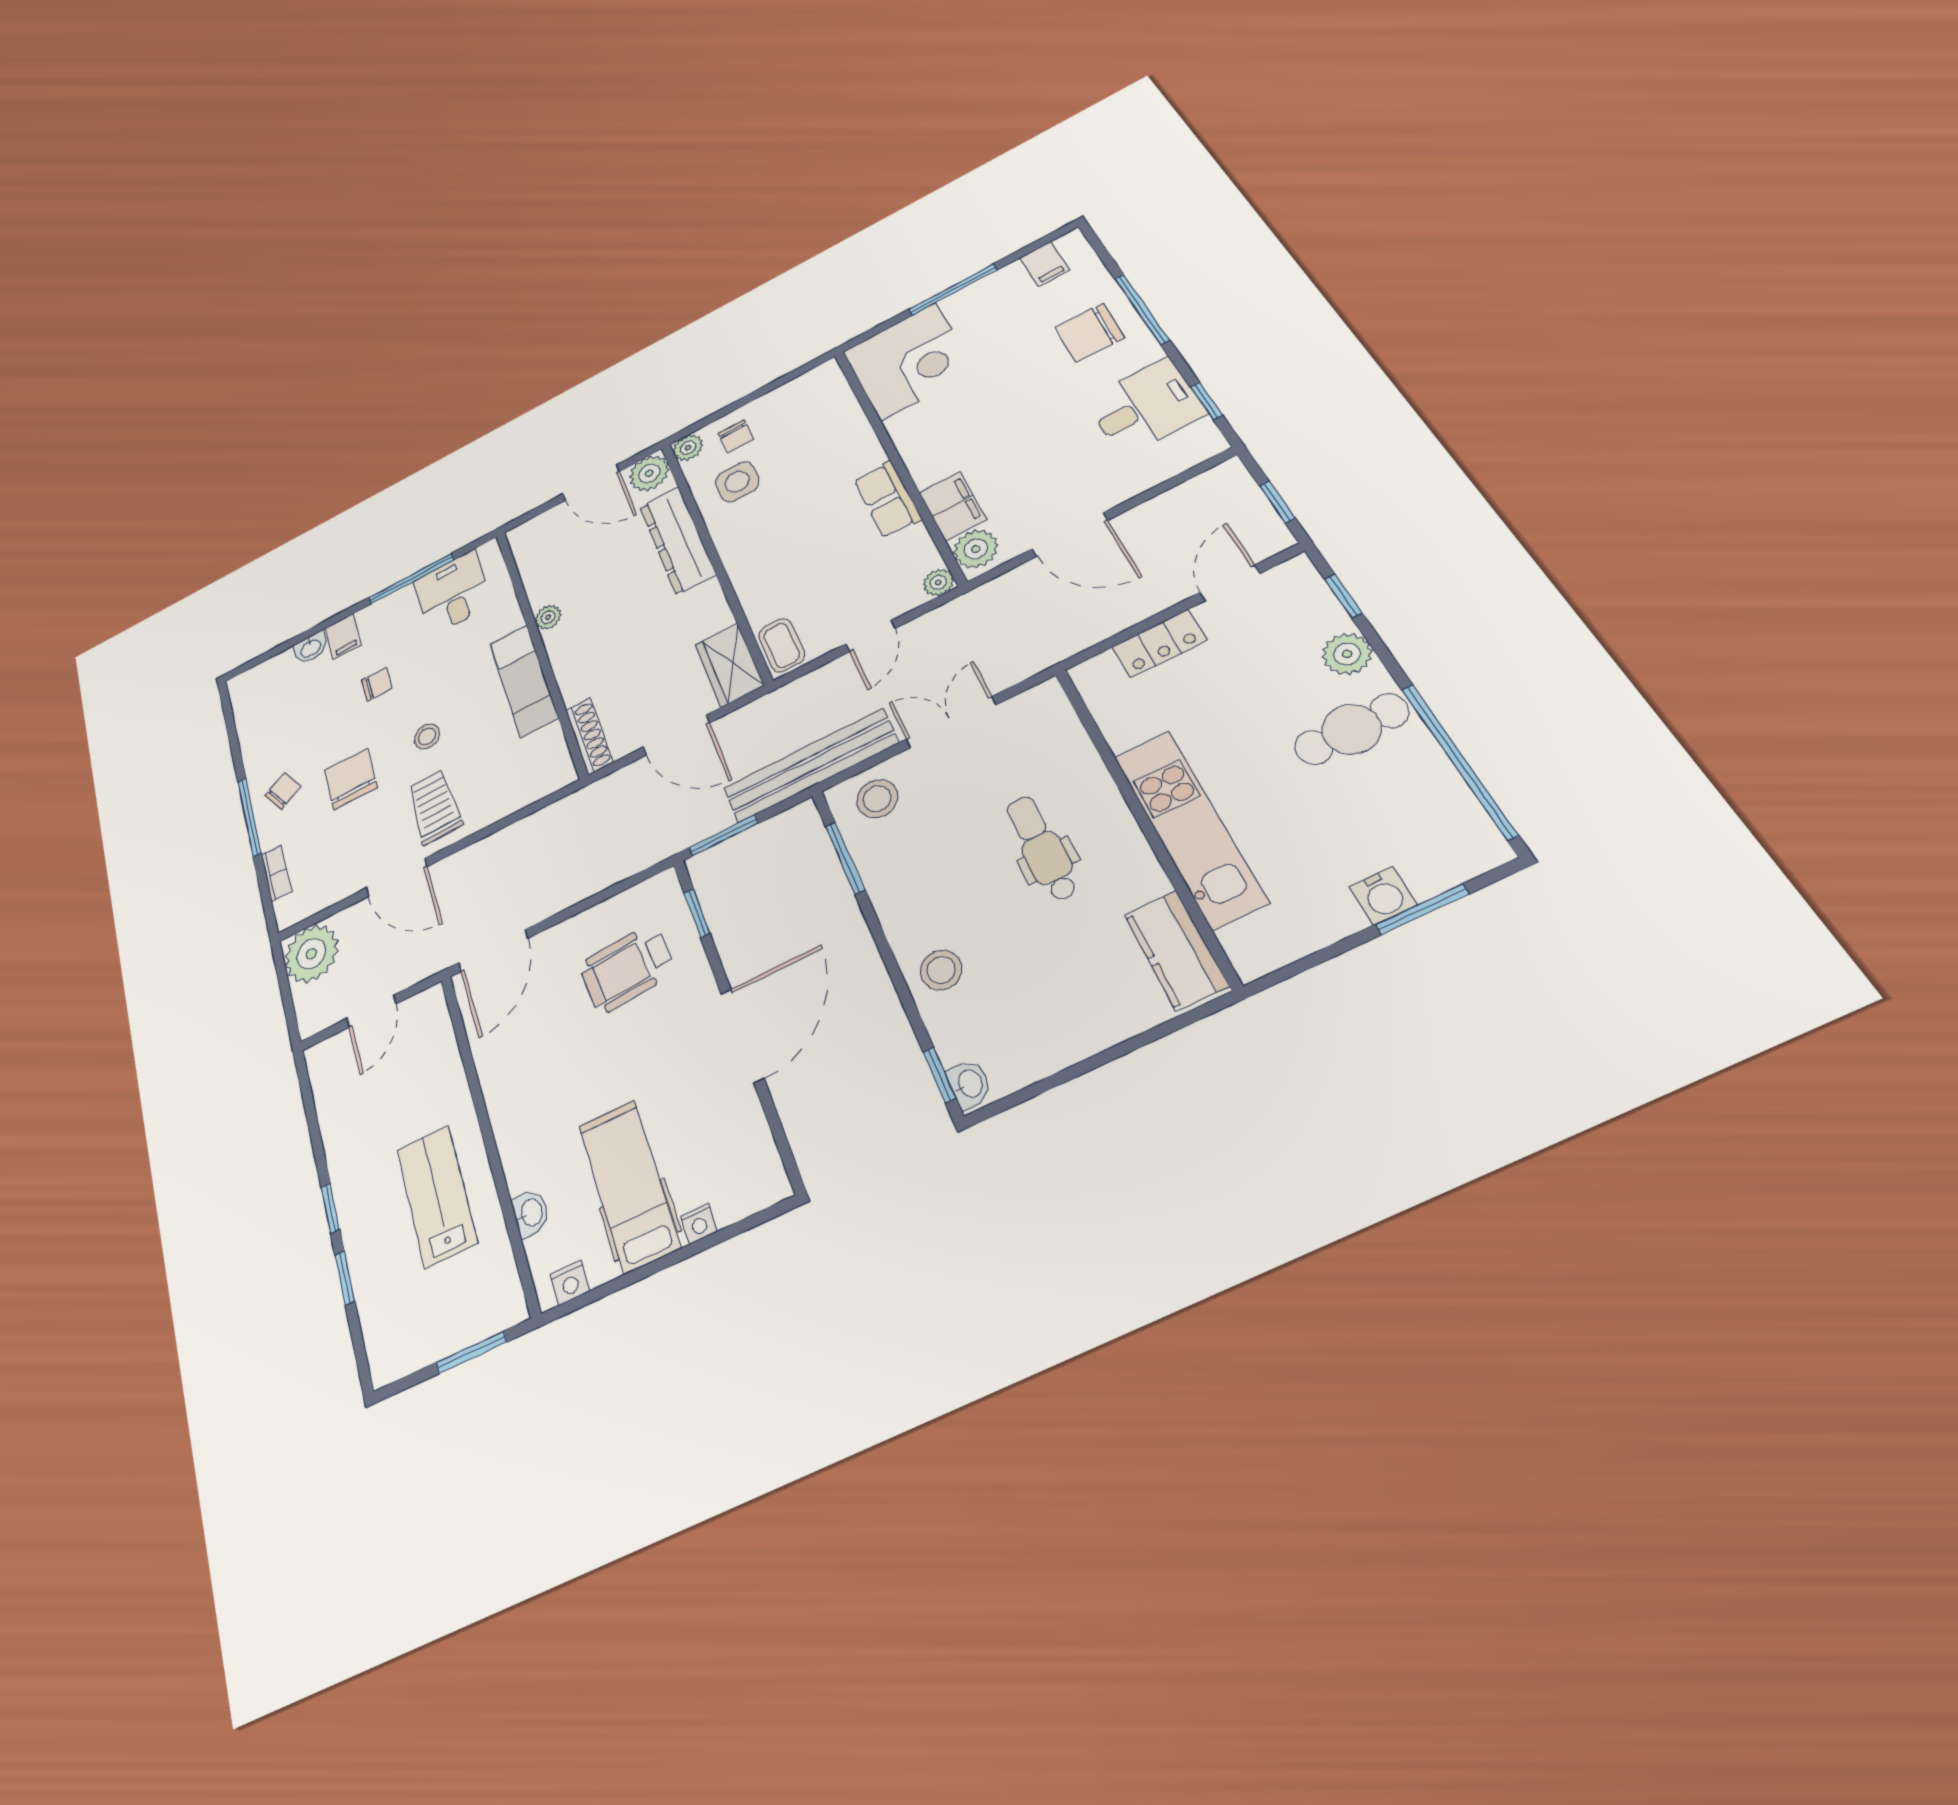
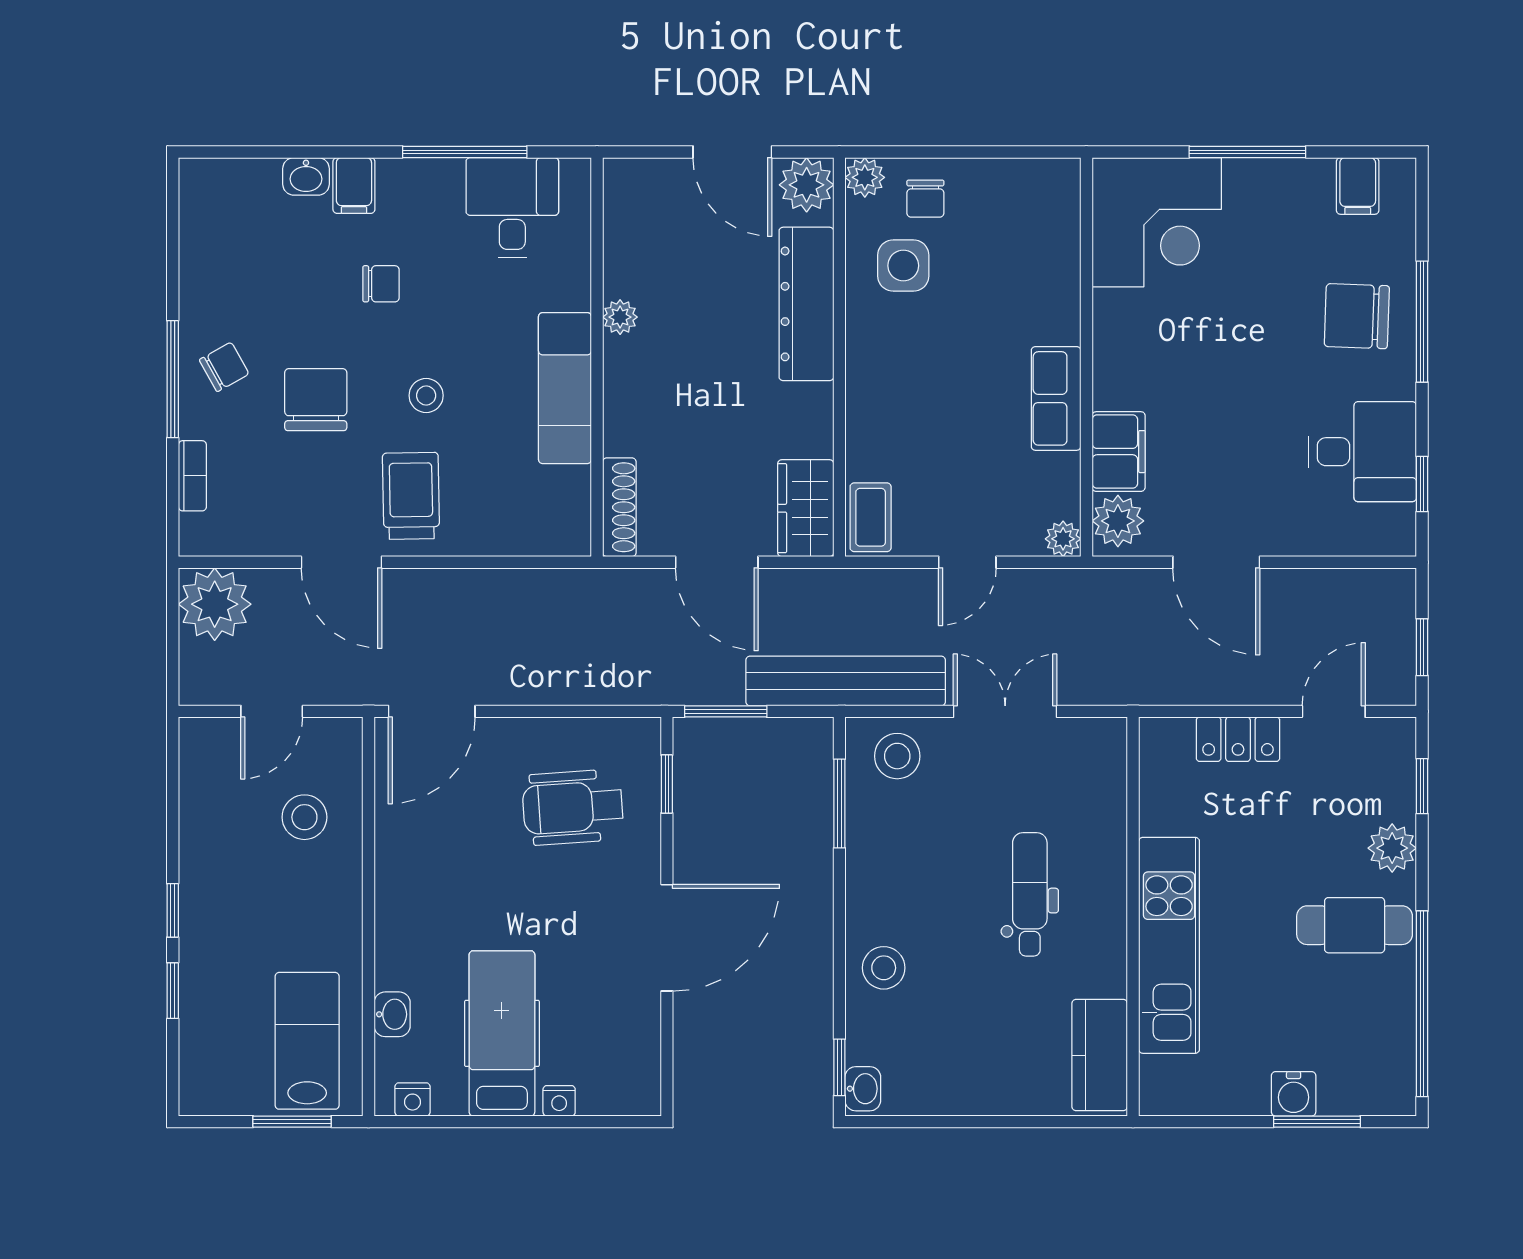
stool: (416, 1081) -> (304, 817), added
lab bench: (437, 1196) -> (307, 1041), moved

